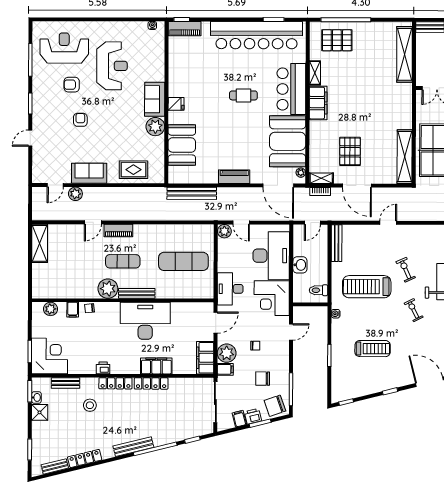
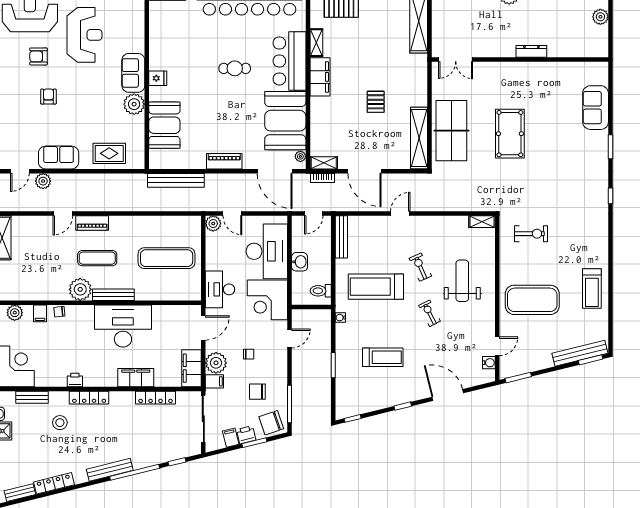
pallet: (350, 151) -> (376, 102), moved, width x0.67, depth x0.71
locker: (151, 383) -> (156, 398), moved

